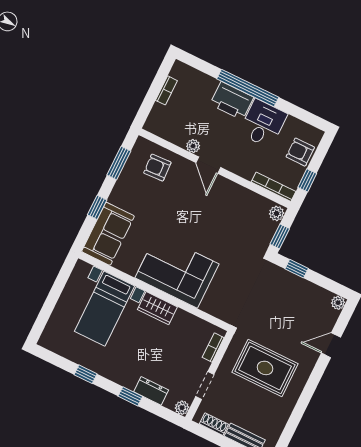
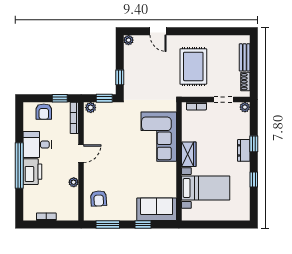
door: (208, 165) -> (81, 154), moved
corner sofa: (177, 271) -> (159, 137), moved
dresser: (151, 391) -> (244, 150), moved

